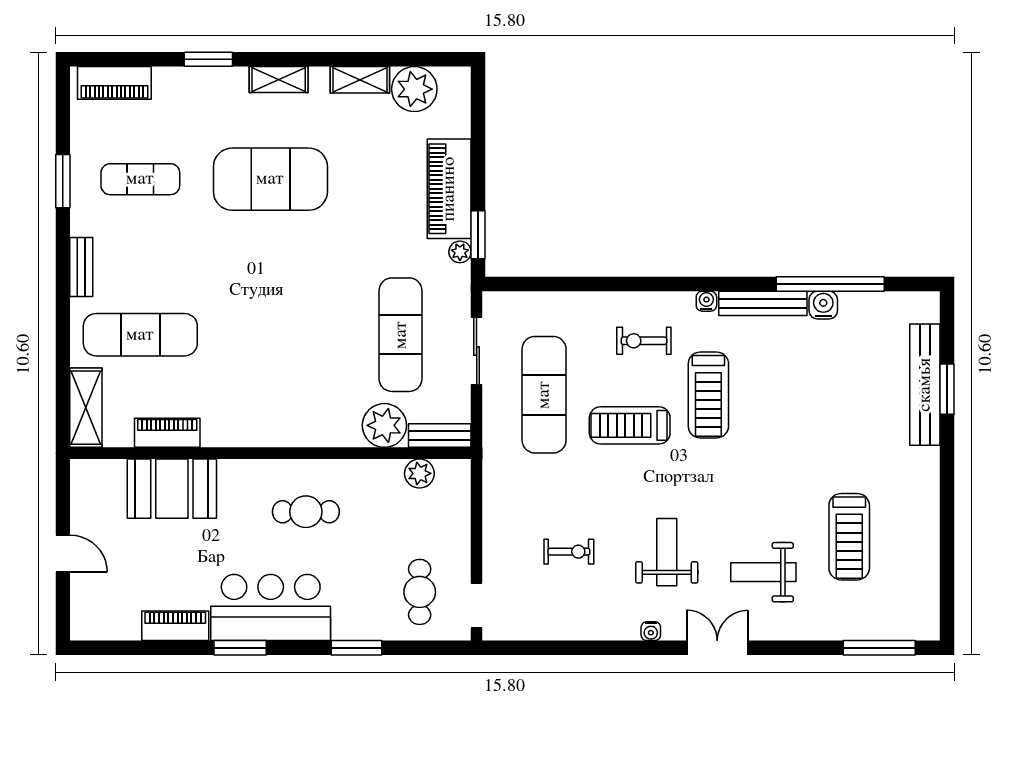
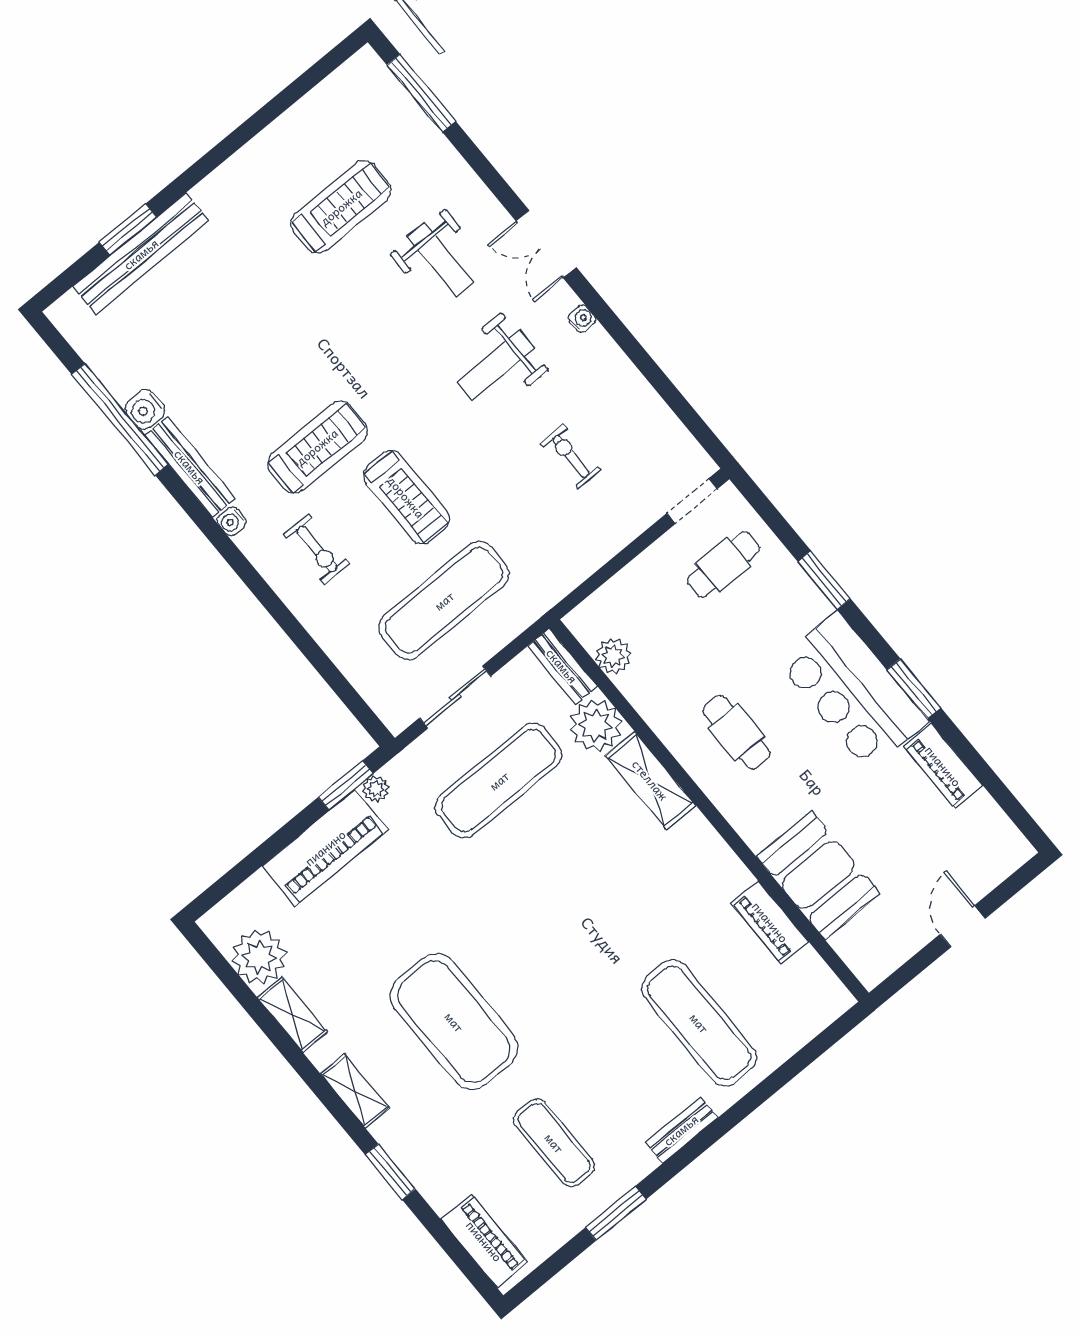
shelving: (86, 408) -> (650, 780), moved, turned 90

